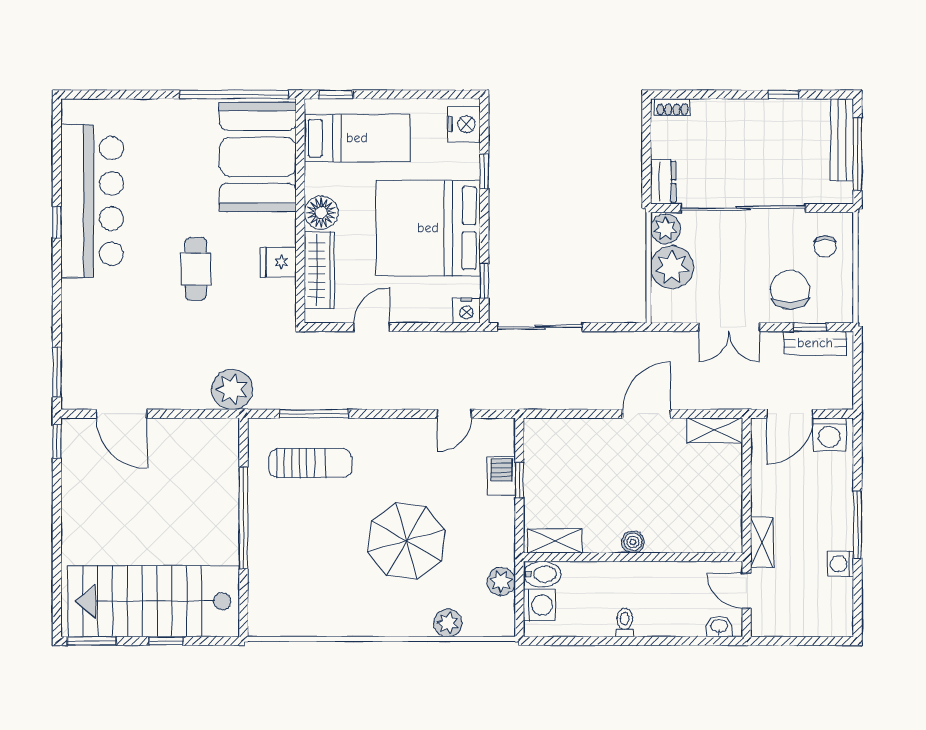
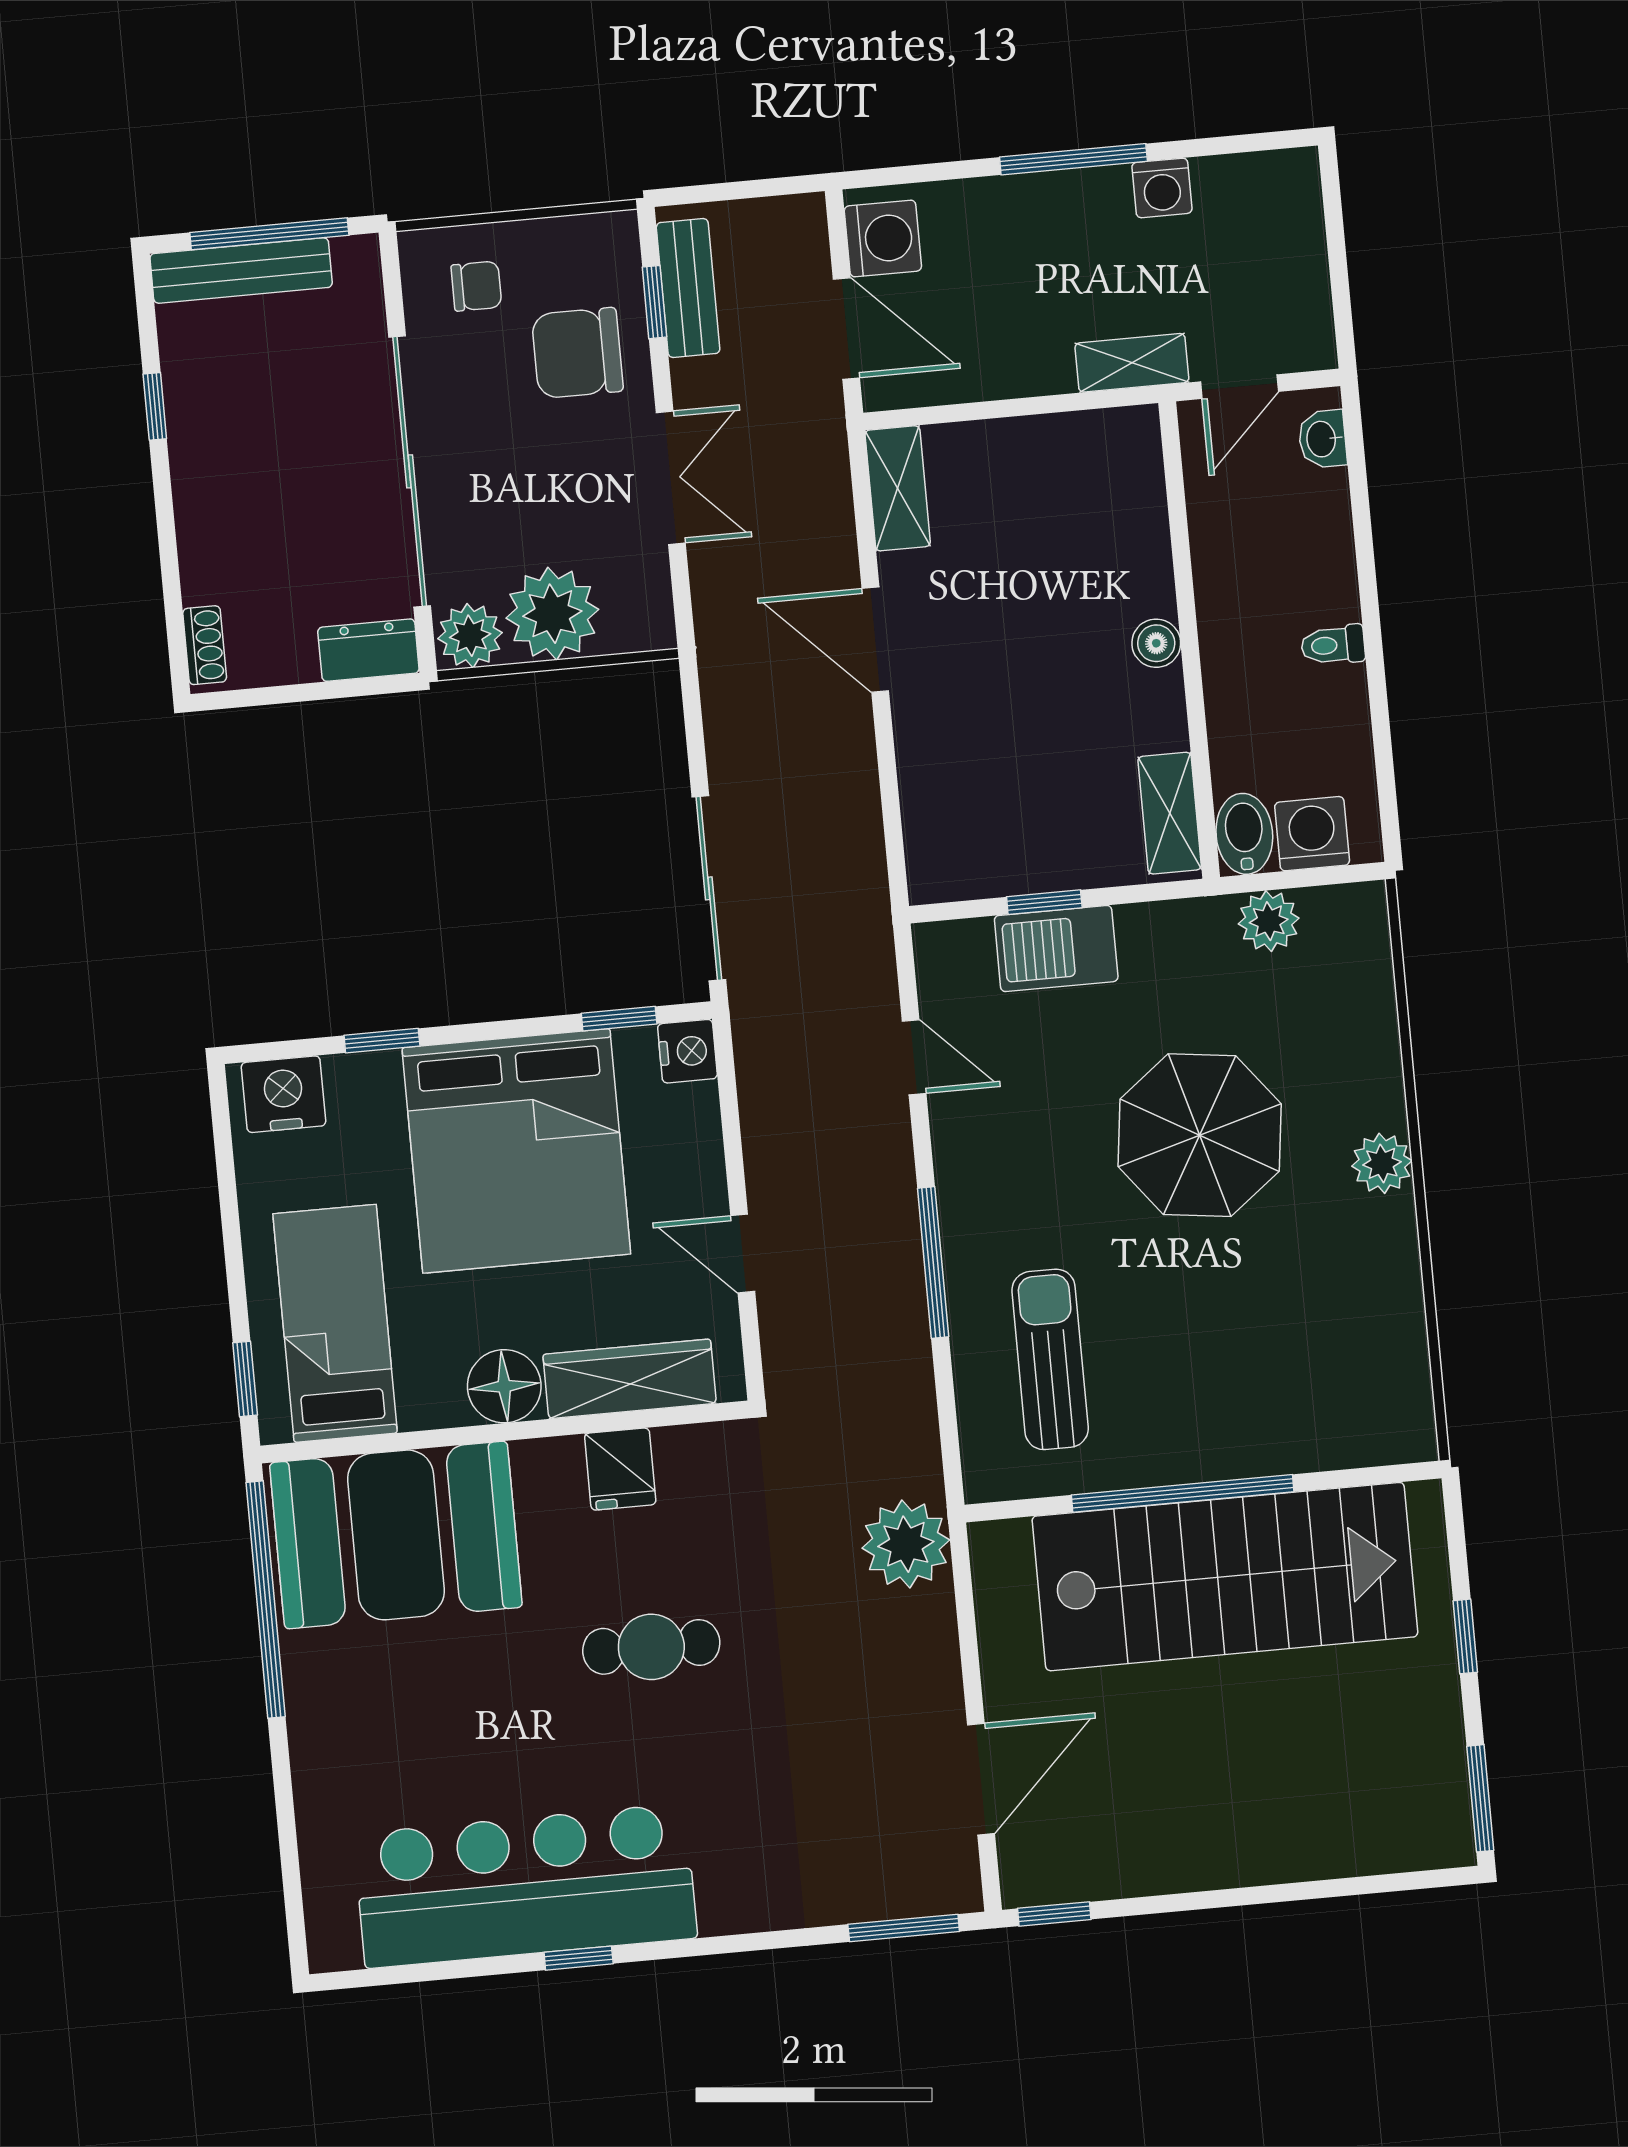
window: (314, 414) -> (933, 1262), moved
barbecue: (501, 476) -> (1056, 949), width x1.38, depth x1.27
stairs: (154, 601) -> (1225, 1577), moved, turned -90
plant: (448, 623) -> (1382, 1163), moved

